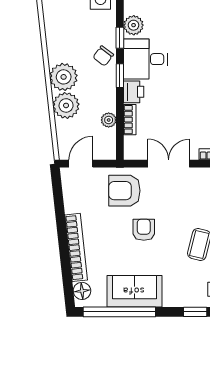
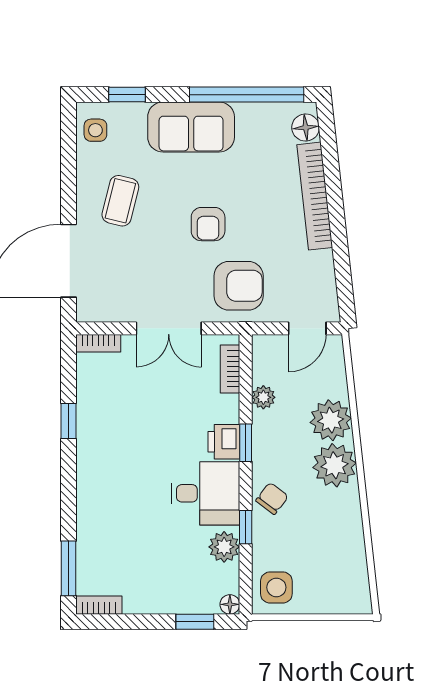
window: (120, 76) -> (246, 443), moved
bookcase: (130, 120) -> (230, 369), moved
sofa: (134, 291) -> (191, 127), moved

